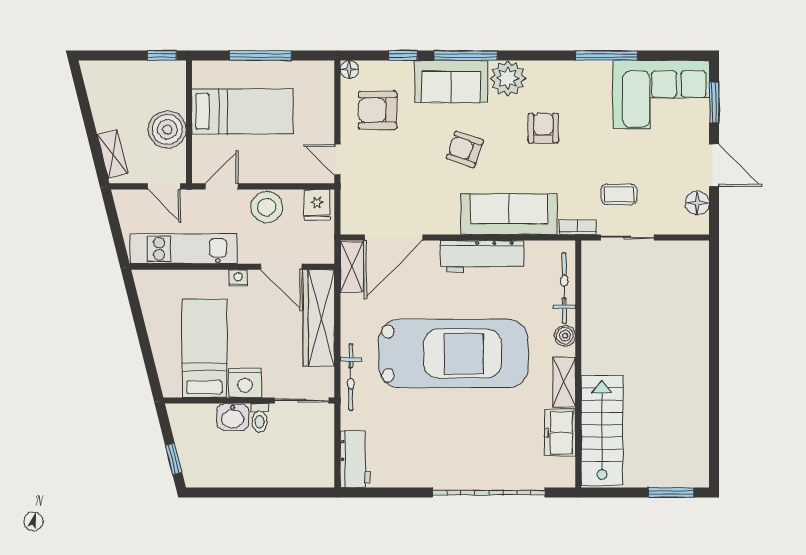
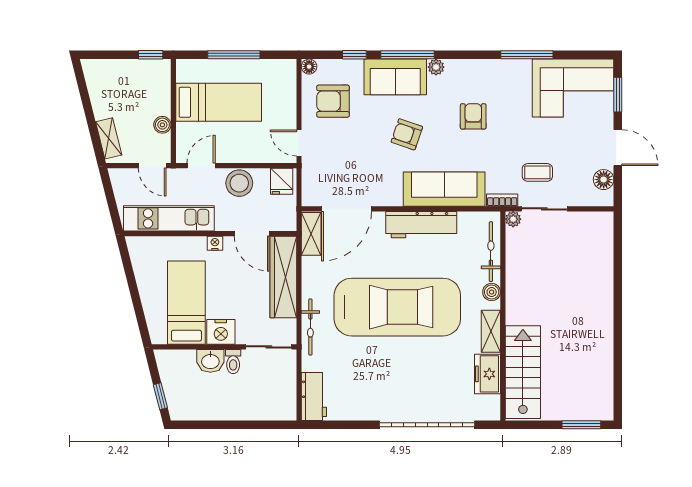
plant: (508, 78) -> (436, 67), width x0.53, depth x0.53
boiler: (167, 129) -> (162, 125), width x0.54, depth x0.54
plant: (590, 250) -> (513, 219), added

